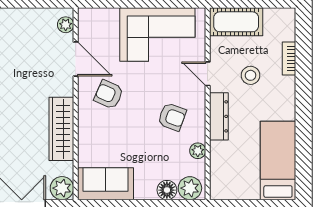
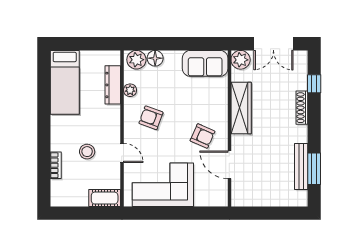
cot: (236, 22) -> (105, 198), width x0.73, depth x0.75
plant: (66, 25) -> (238, 193), removed
dresser: (219, 116) -> (113, 85), moved

